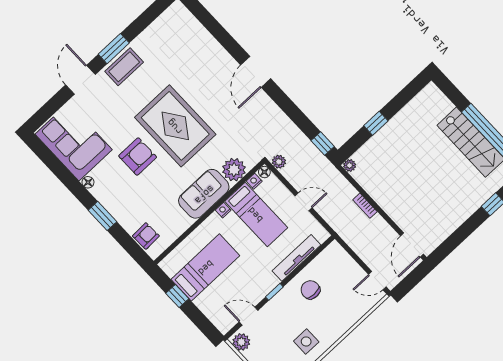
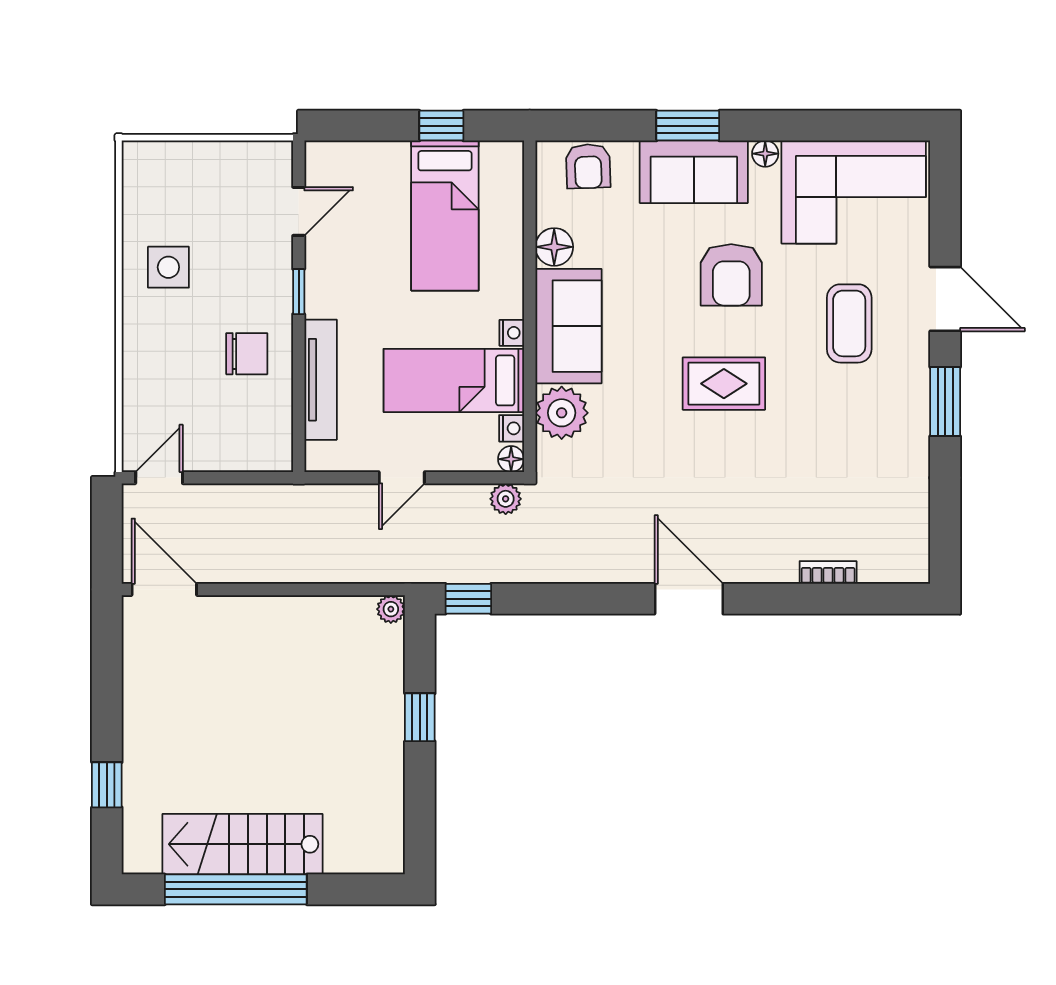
coffee table: (124, 67) -> (849, 323), moved
rug: (175, 126) -> (724, 384), width x0.54, depth x0.49
sofa: (116, 200) -> (694, 172), added
bookcase: (365, 206) -> (828, 572), moved
floor lamp: (182, 222) -> (554, 247), added
plant: (241, 342) -> (267, 160), removed

